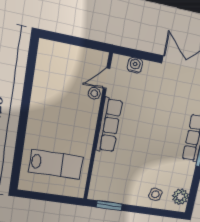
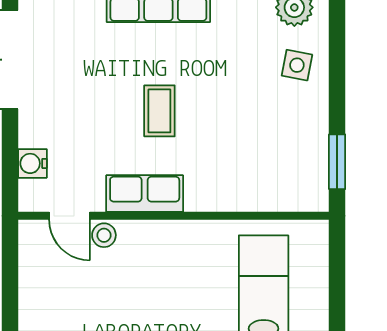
row of seats: (109, 125) -> (145, 194), width x0.68
coffee table: (148, 130) -> (159, 111), added

